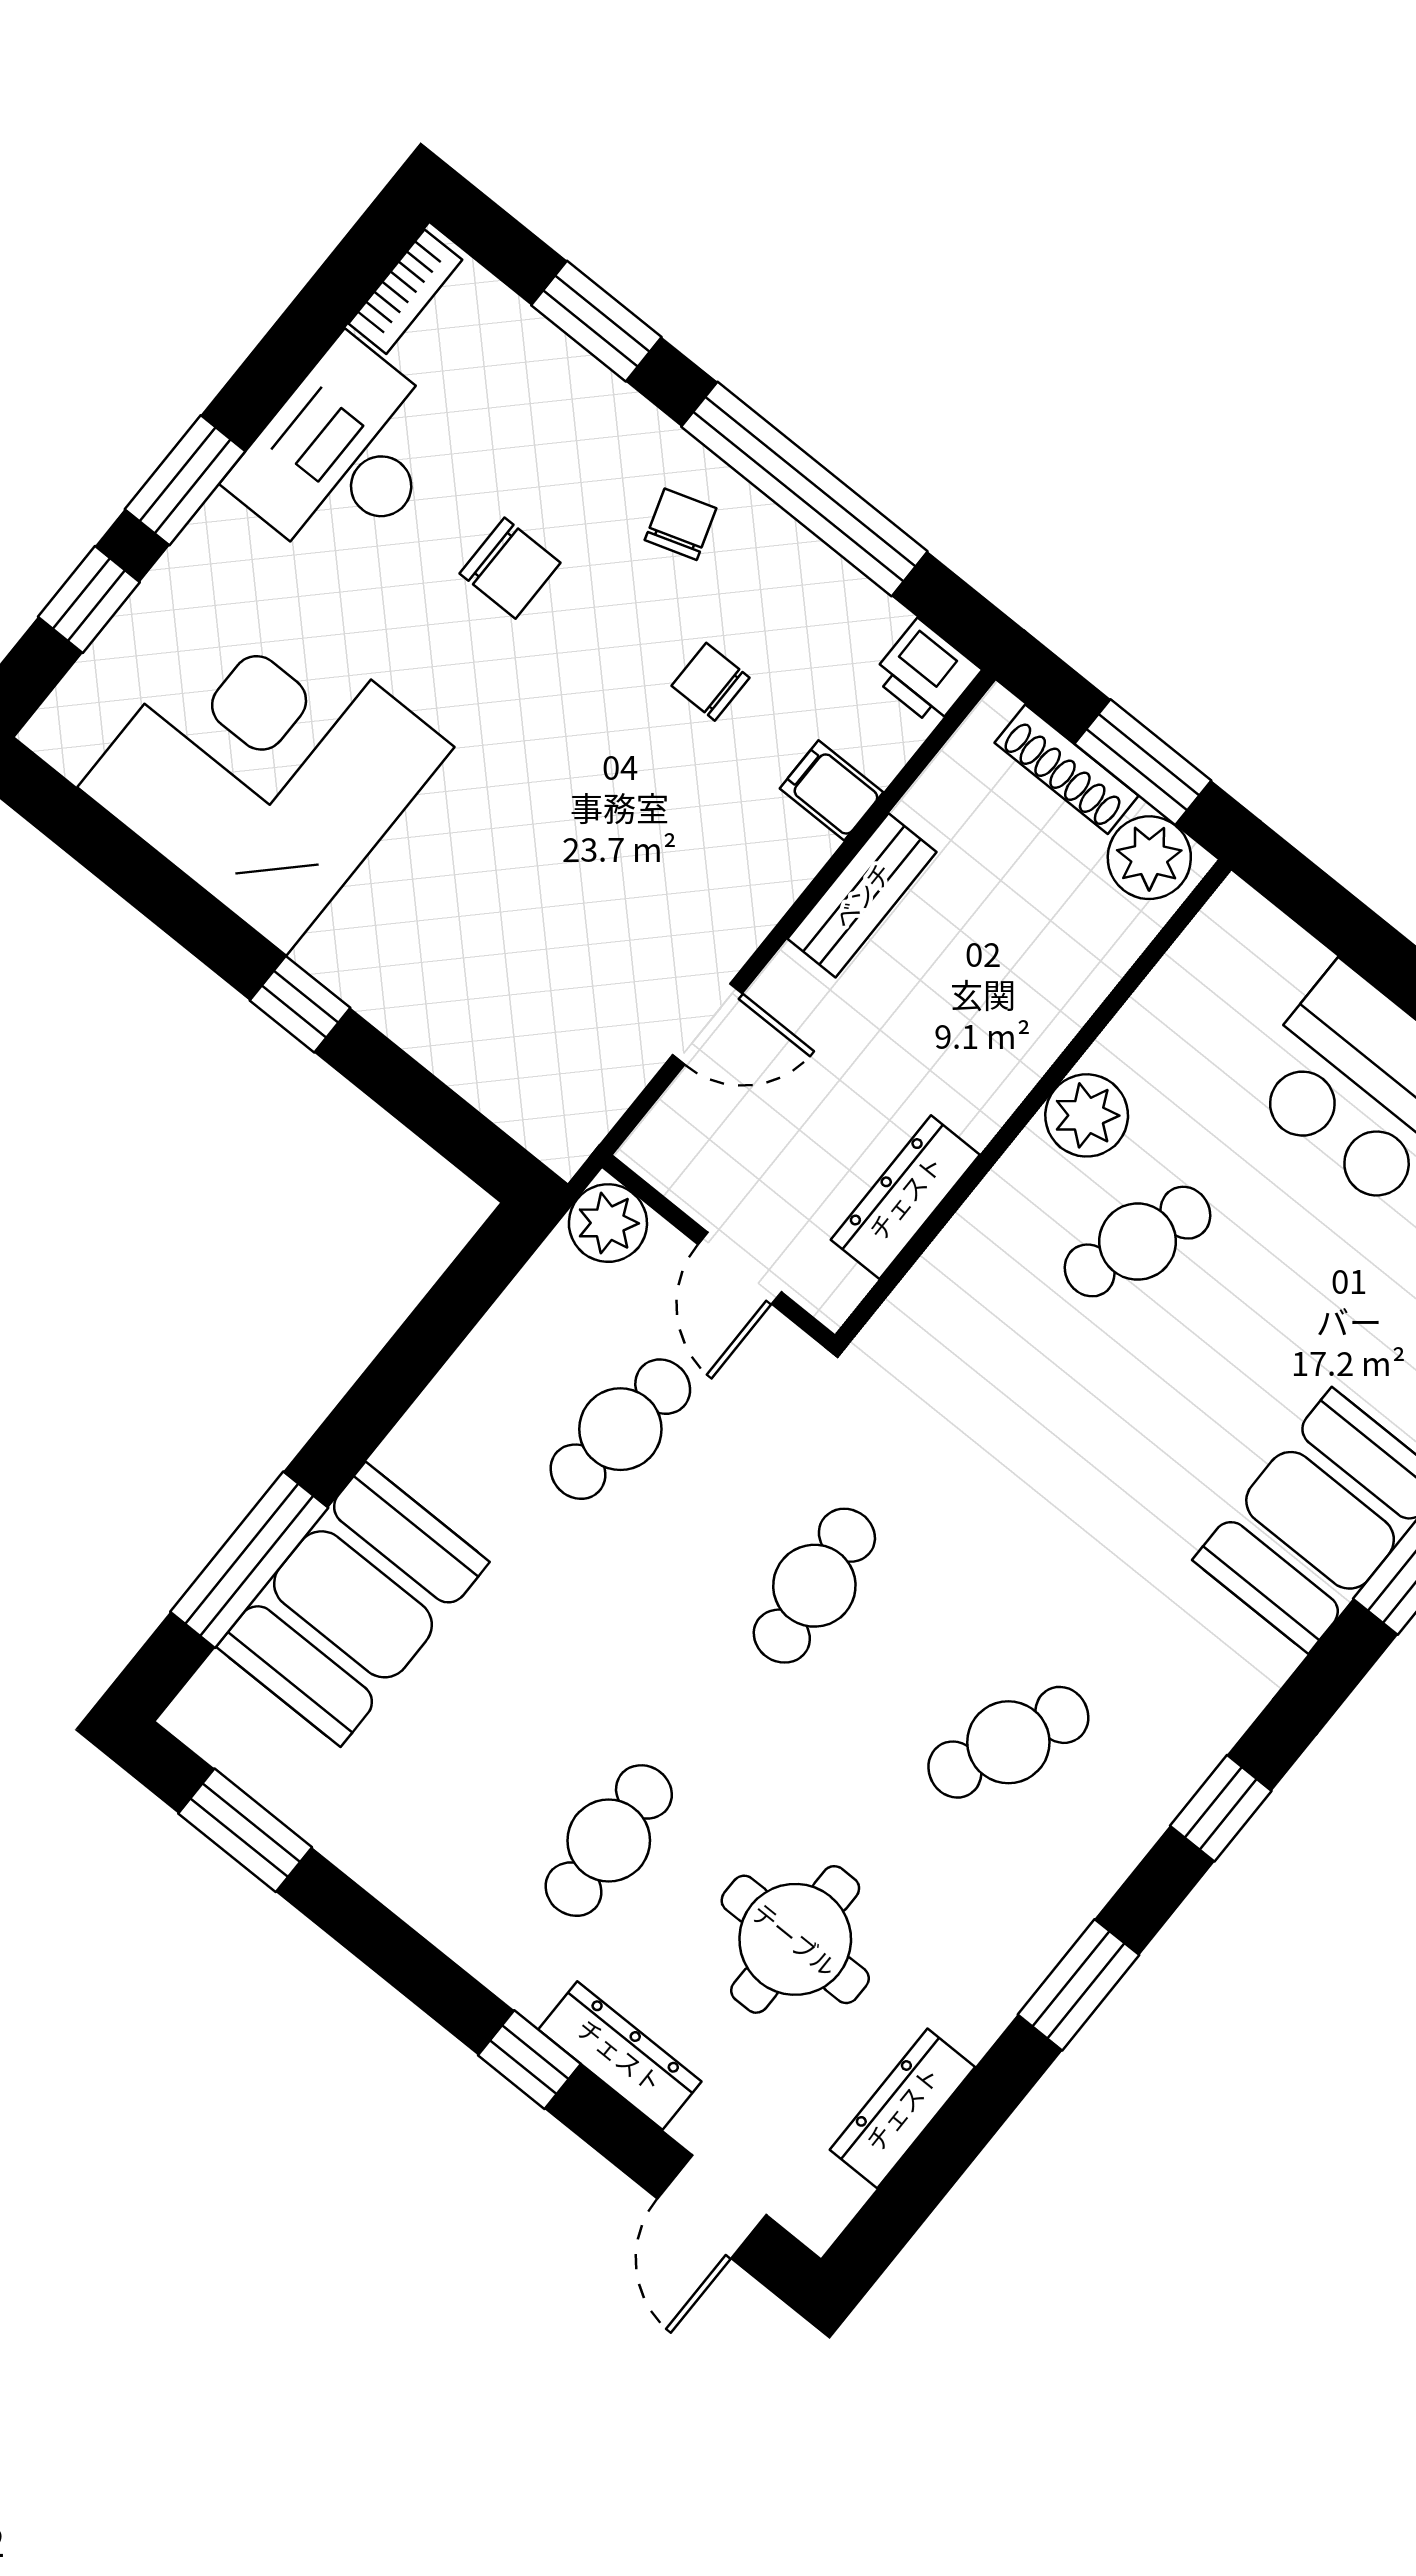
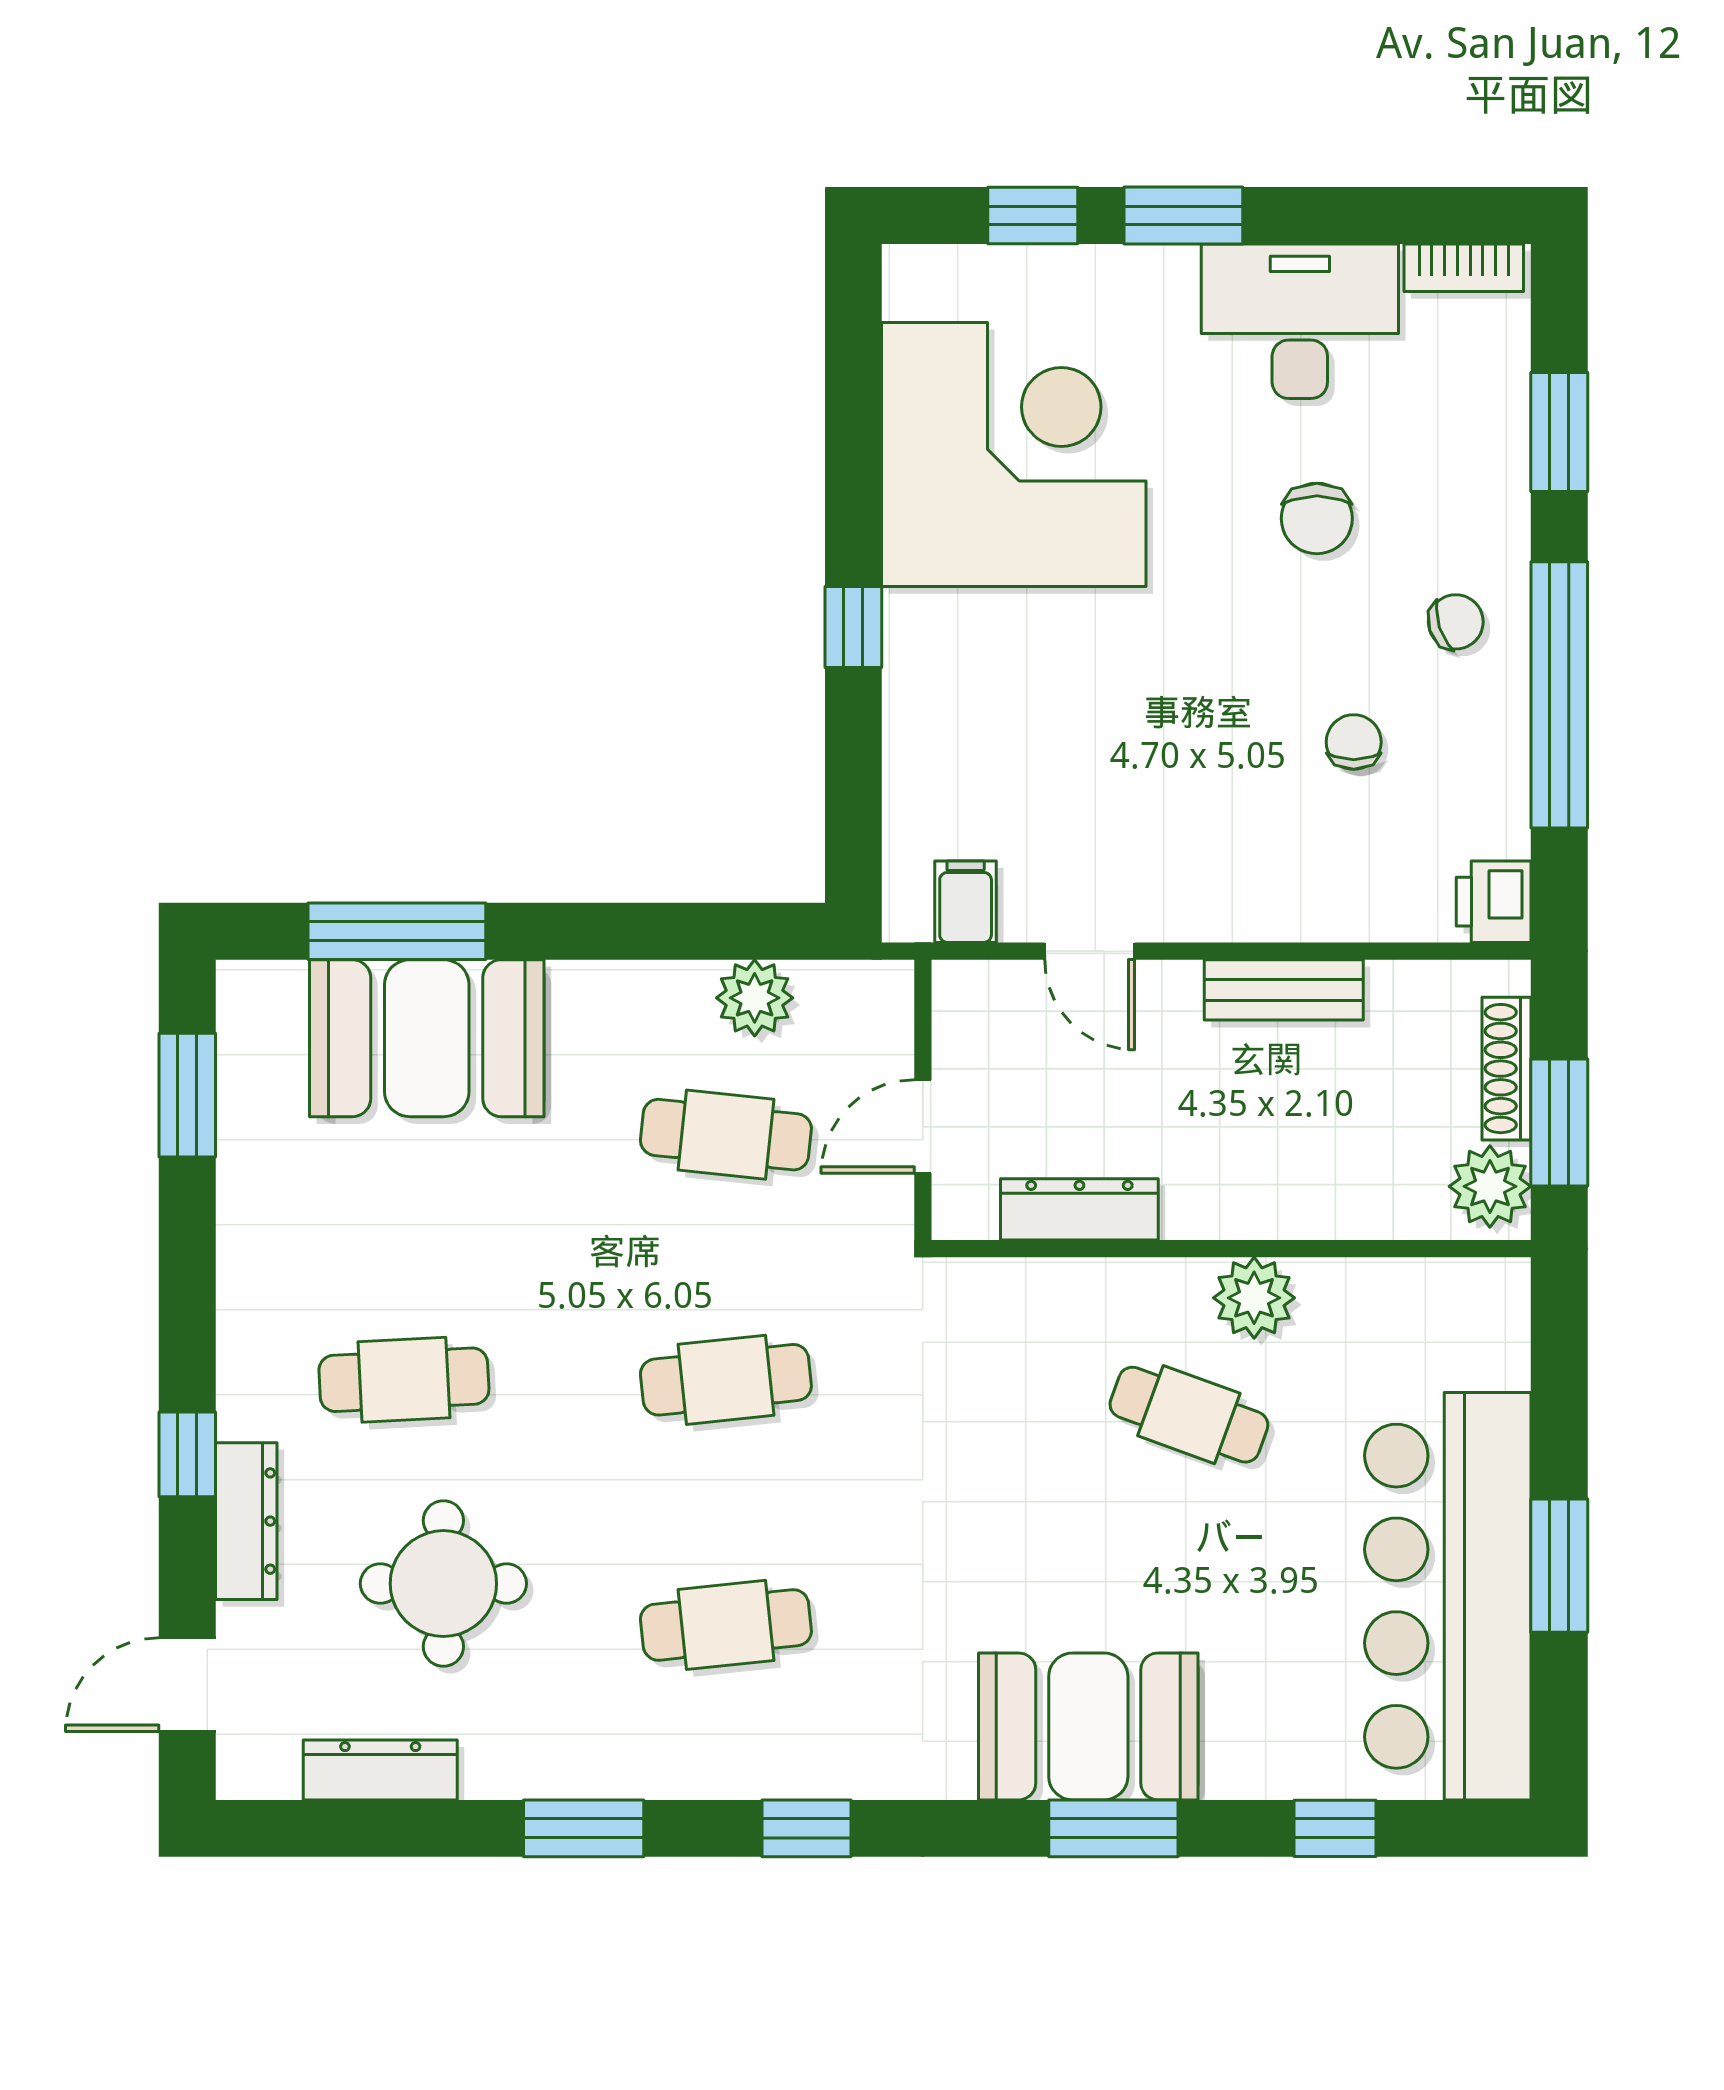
filing cabinet: (831, 790) -> (966, 902), moved
plant: (608, 1223) -> (755, 998), moved
cafe table: (1008, 1742) -> (726, 1625), turned -30

